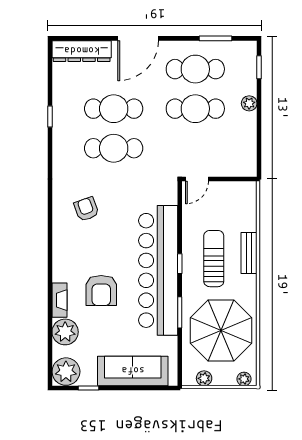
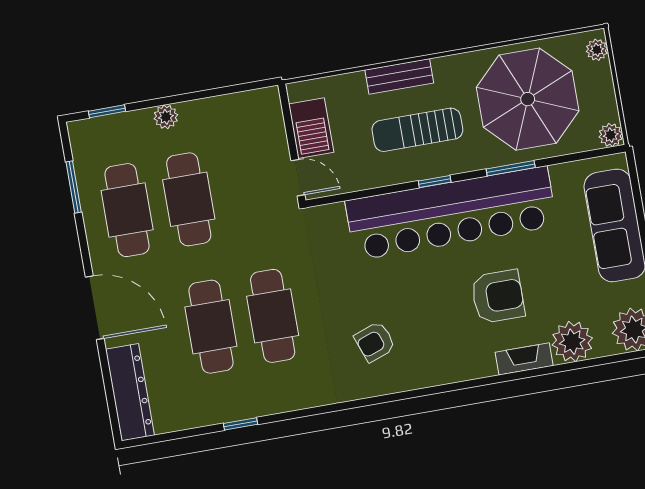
barbecue: (226, 193) -> (311, 128), added
plant: (204, 378) -> (611, 135), moved

